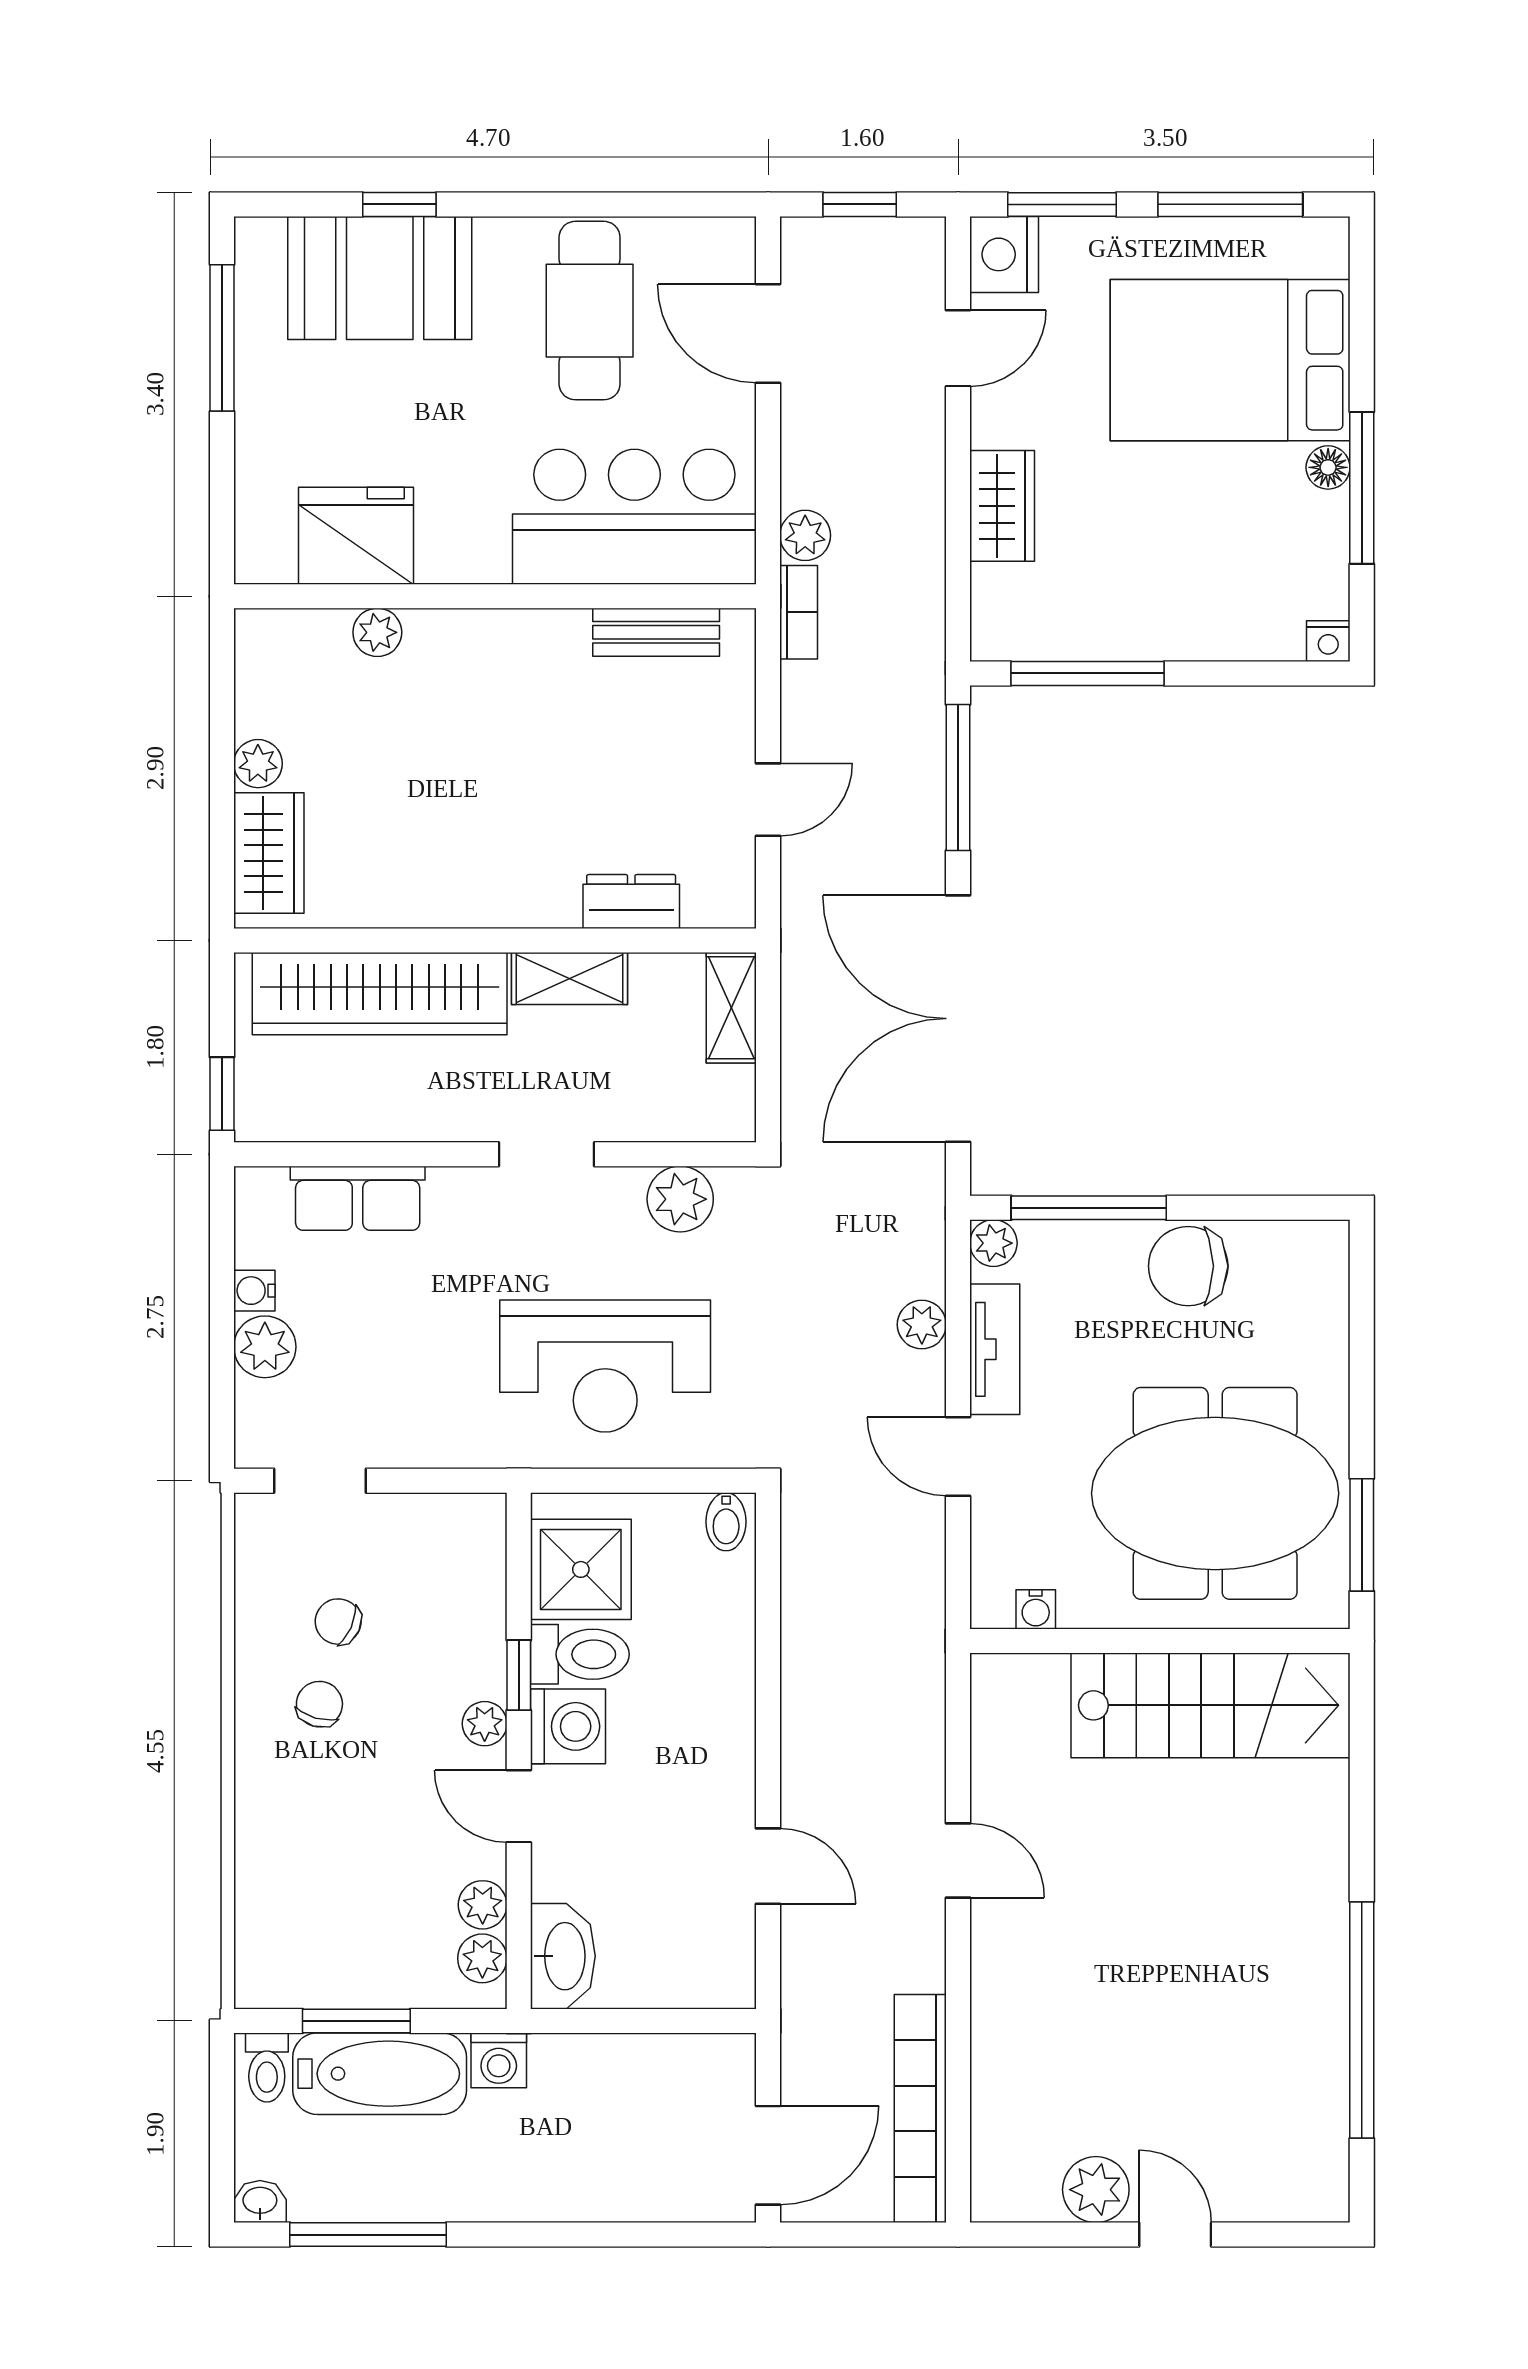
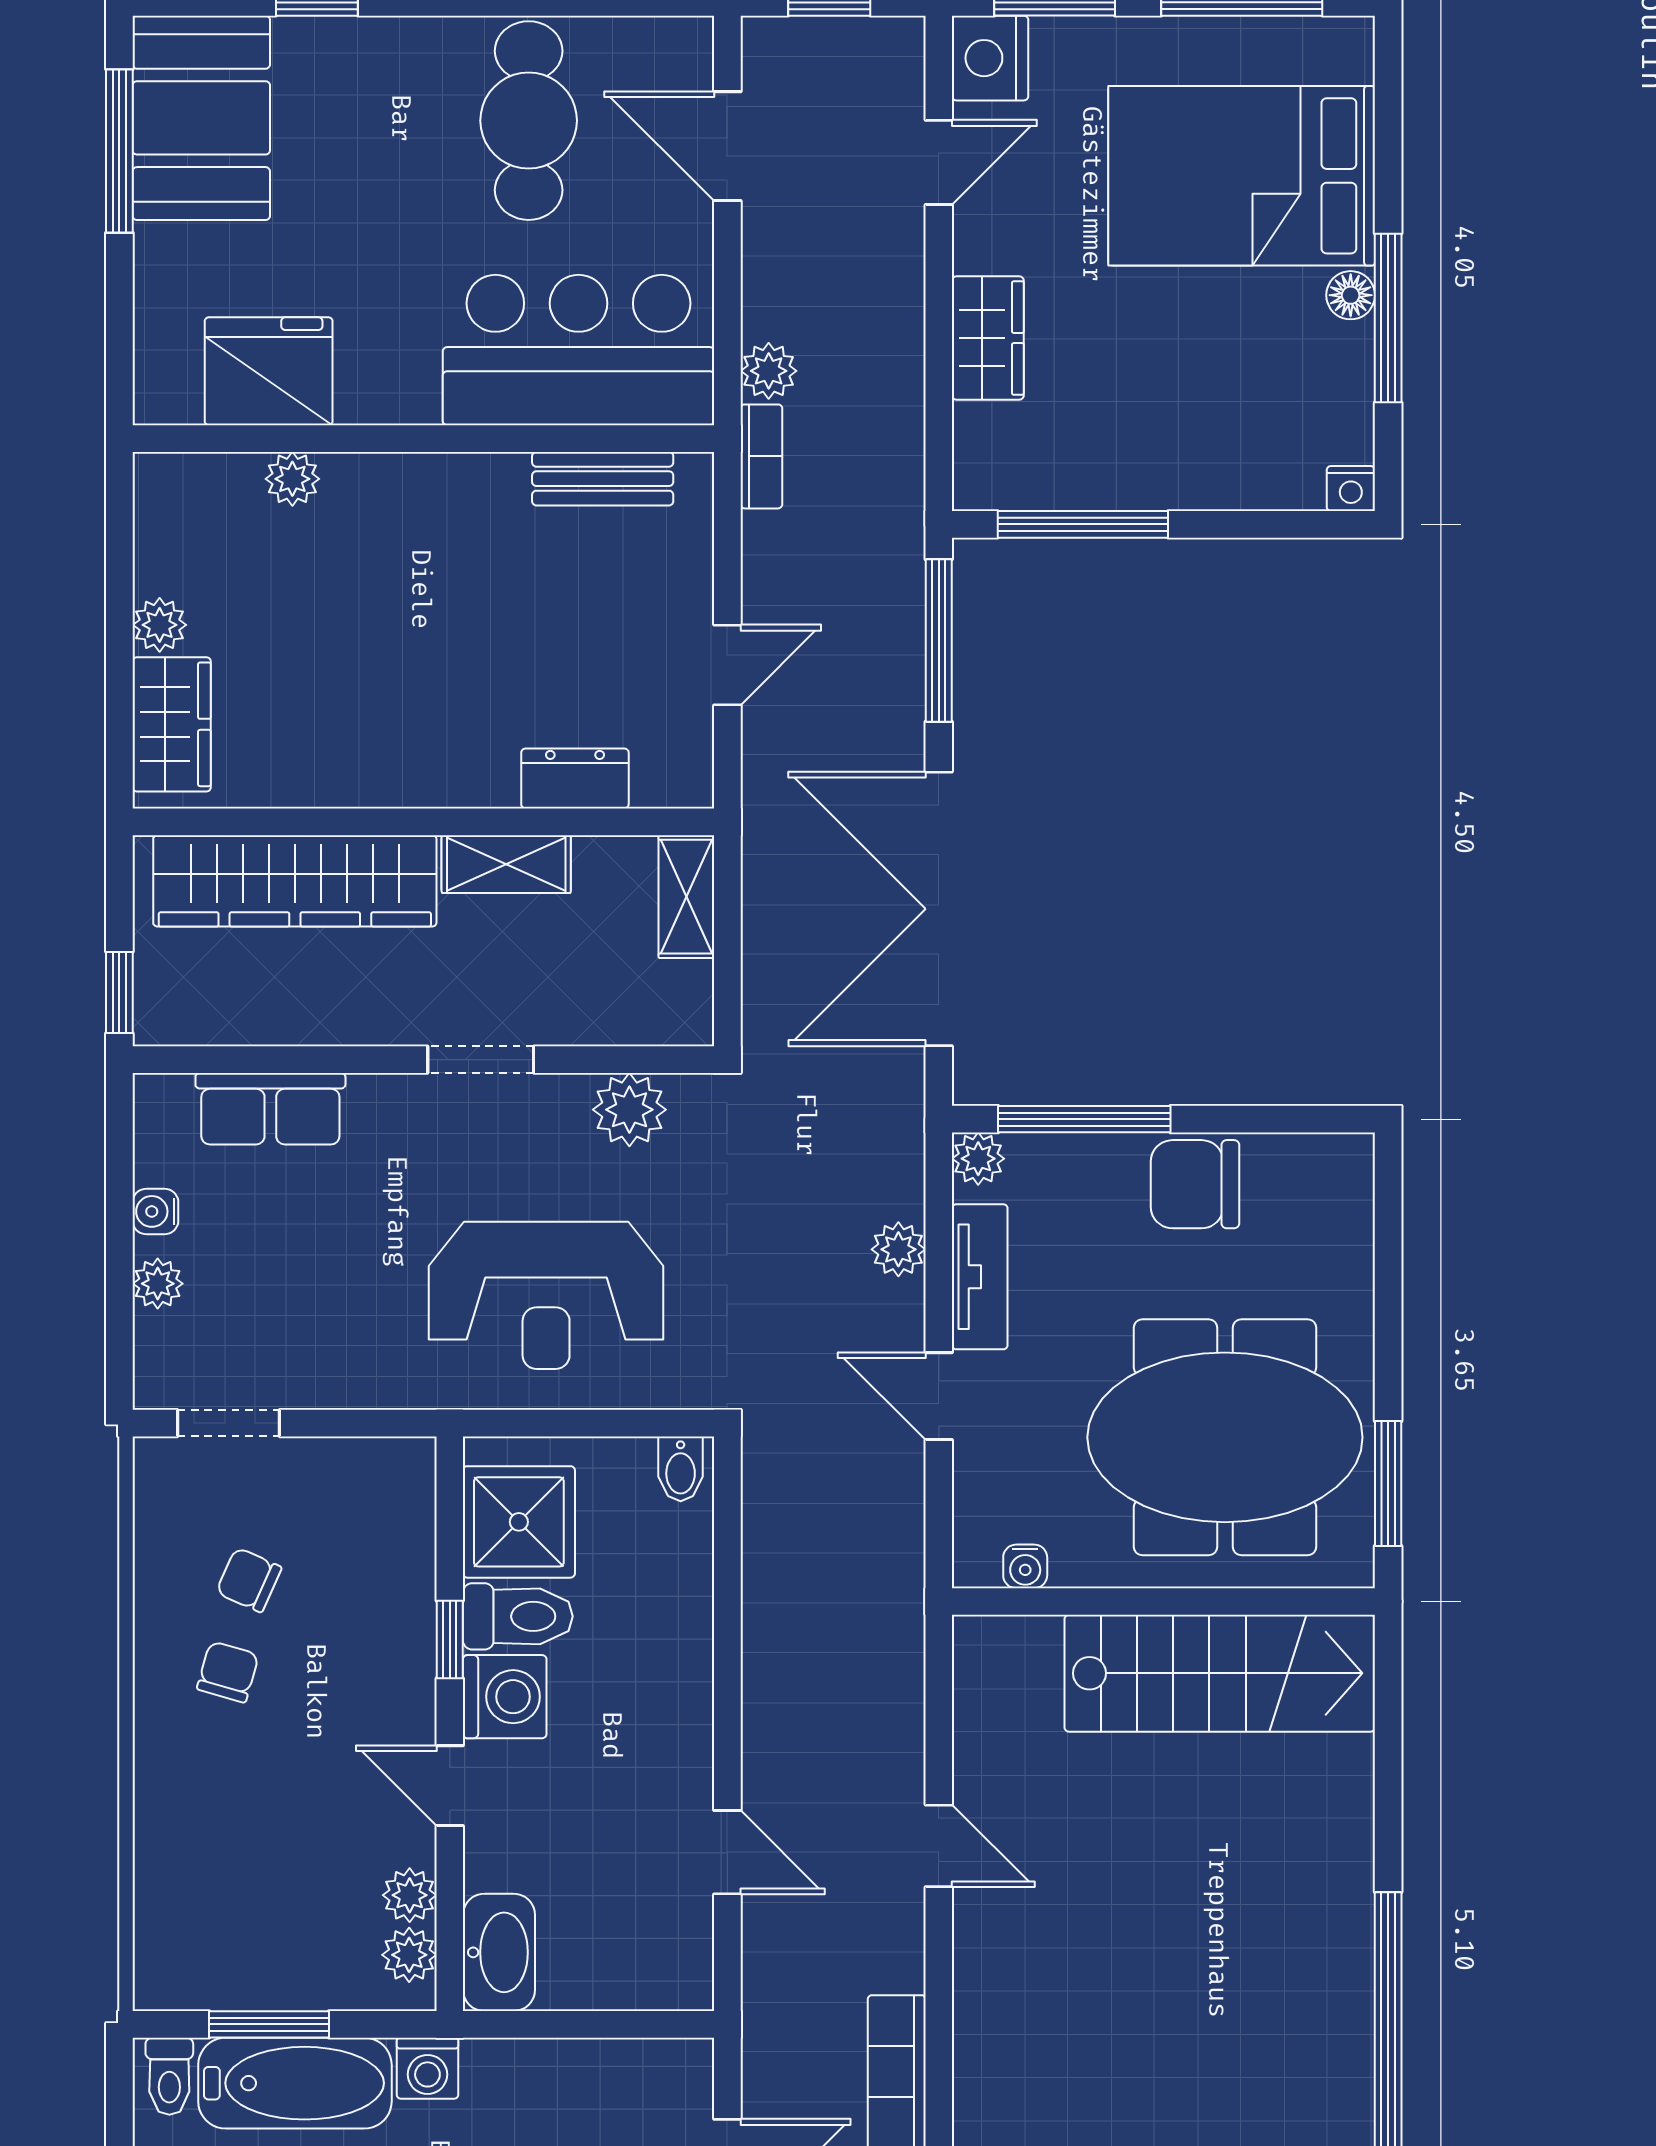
booth: (380, 278) -> (201, 118), moved, turned 90
plant: (265, 1347) -> (158, 1284), width x0.73, depth x0.73
plant: (485, 1724) -> (412, 1694), removed

